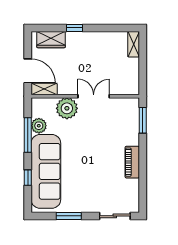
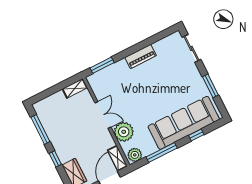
window: (111, 28) -> (40, 129), added
shelving: (134, 44) -> (75, 88), moved
double door: (94, 96) -> (103, 115), swing flipped
plant: (39, 126) -> (135, 155), moved

